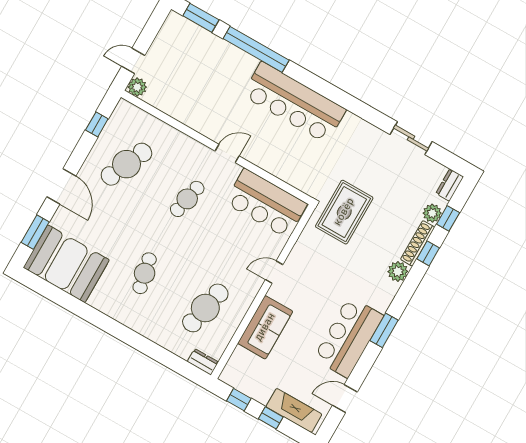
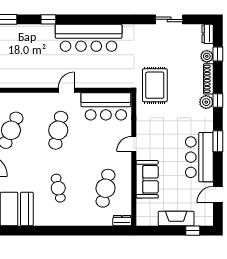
window: (256, 49) -> (48, 19), width x0.32
cafe table: (187, 199) -> (58, 130), width x1.37, depth x1.35
window: (428, 253) -> (218, 101), moved
window: (239, 400) -> (156, 231), removed
fireplace: (294, 410) -> (176, 219), moved
window: (271, 418) -> (193, 231), moved

